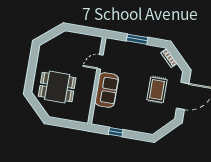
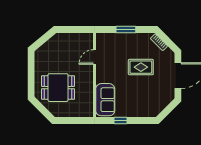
sofa: (107, 90) -> (105, 100), moved
rug: (157, 90) -> (141, 67), moved, turned 90

